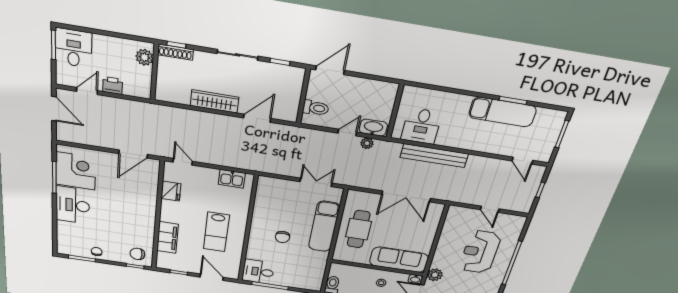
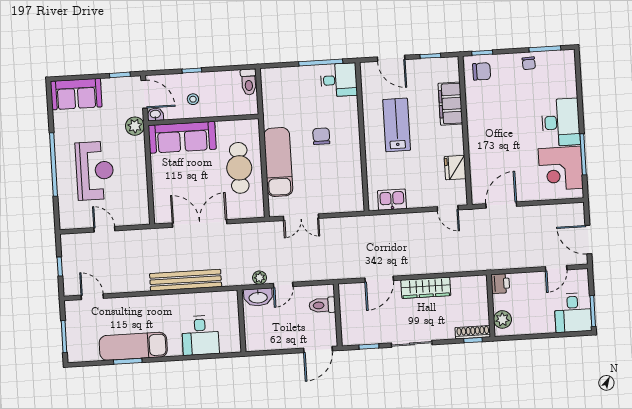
printer: (113, 86) -> (500, 284), moved, turned -90
desk: (421, 126) -> (200, 335), moved, turned 180

